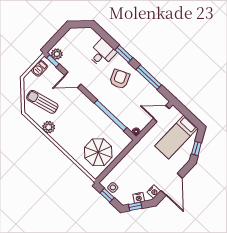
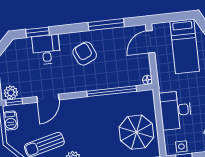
window: (124, 54) -> (38, 32), moved
desk: (132, 165) -> (176, 110), added

